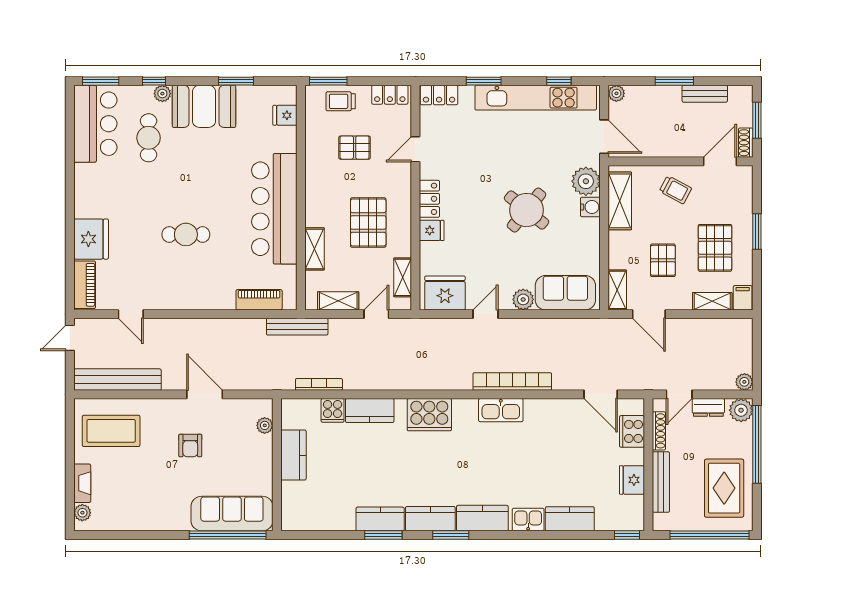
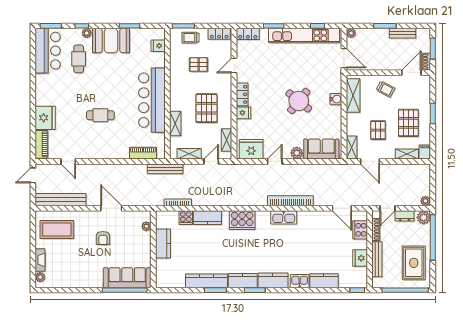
plant: (586, 181) -> (333, 84), removed
kitchen counter: (380, 519) -> (206, 281), width x1.50

